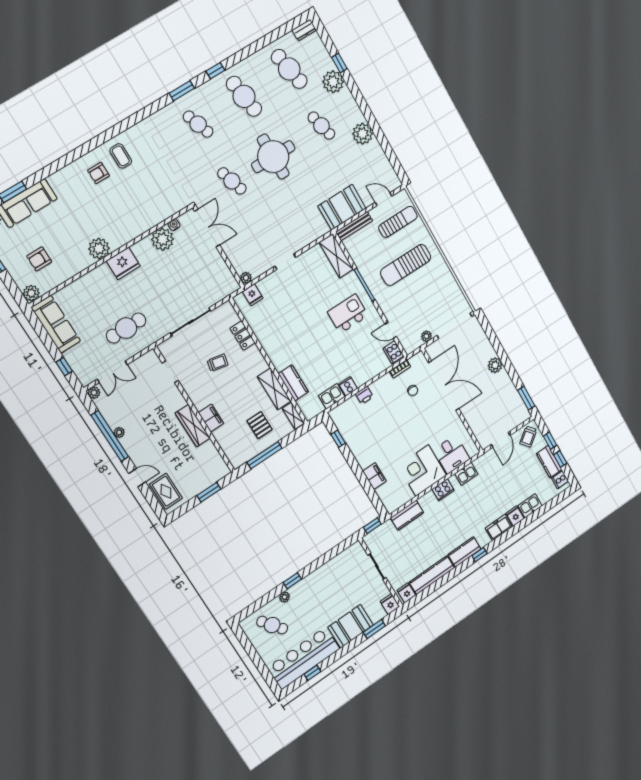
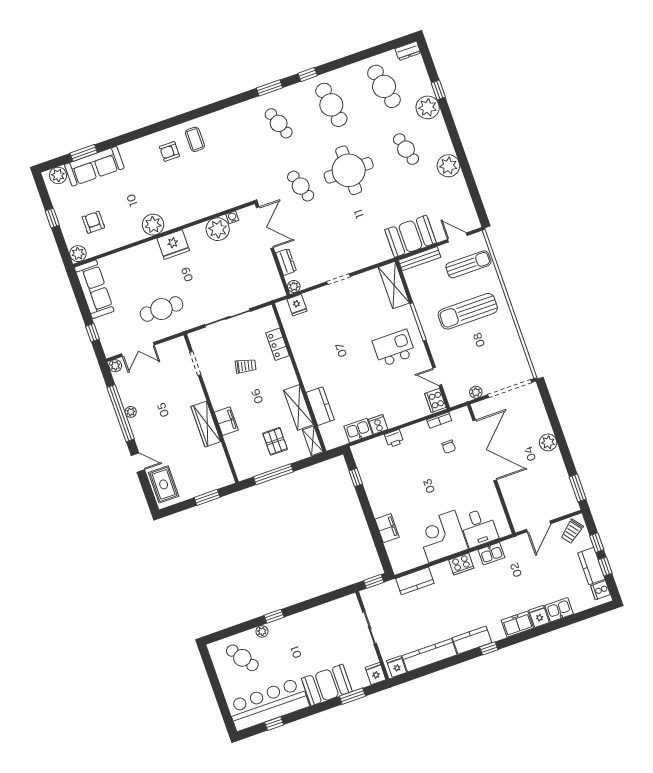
dresser: (234, 256) -> (286, 262), added
armchair: (39, 259) -> (93, 222), turned 90

